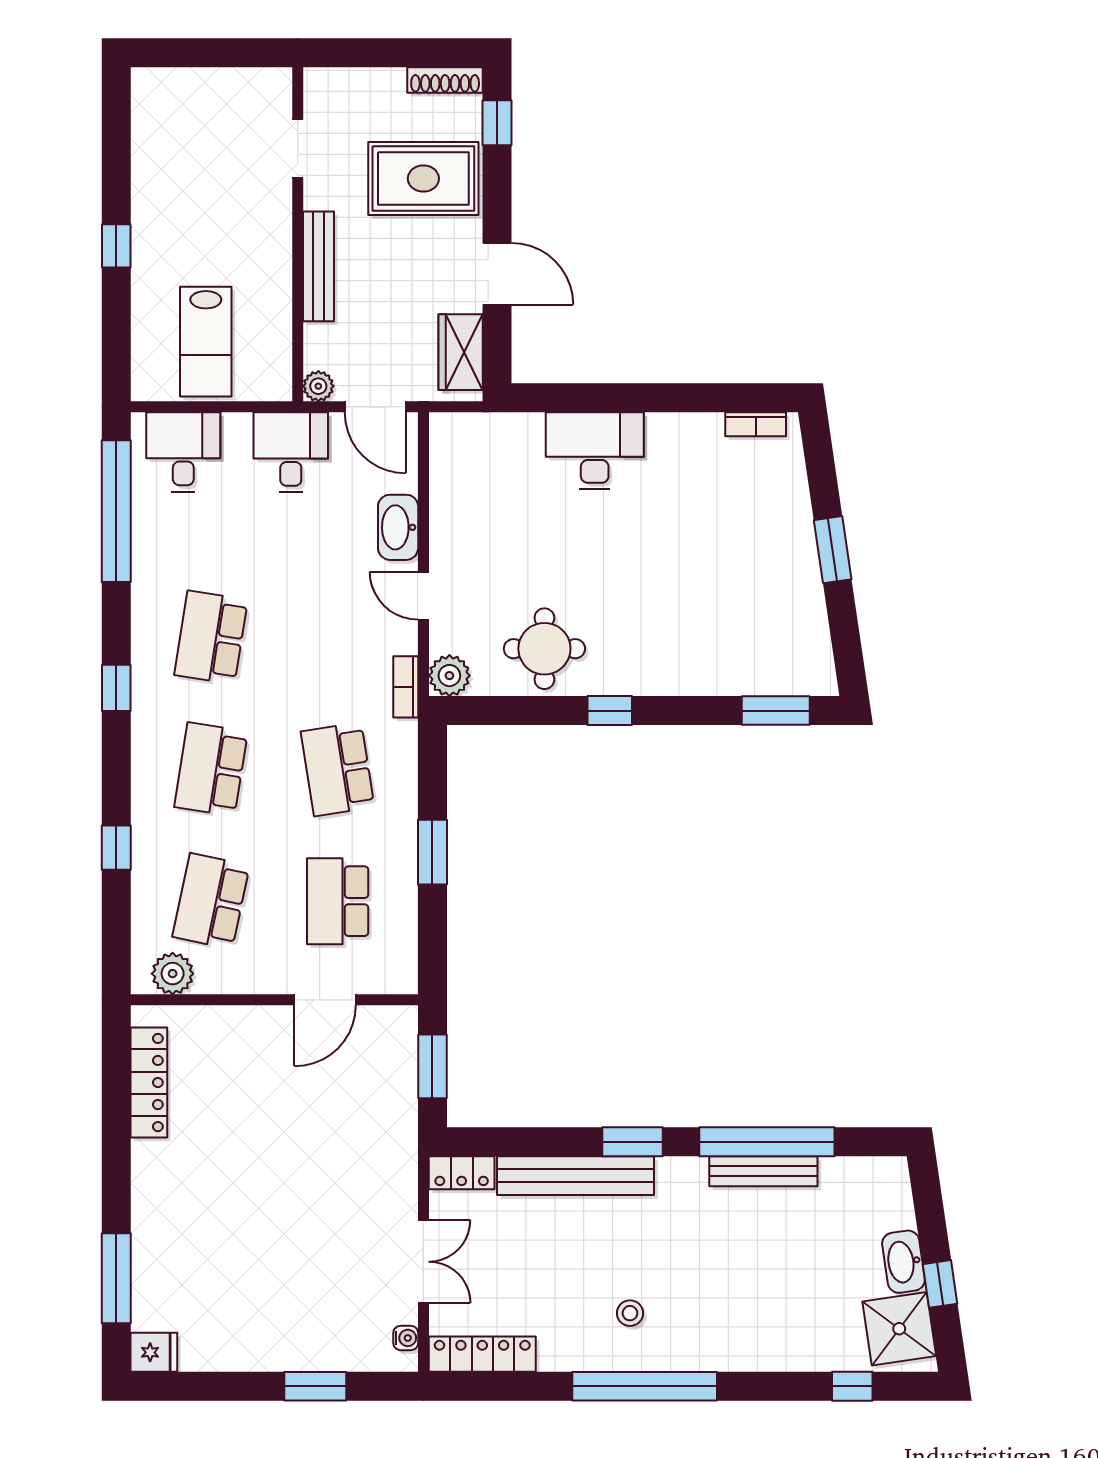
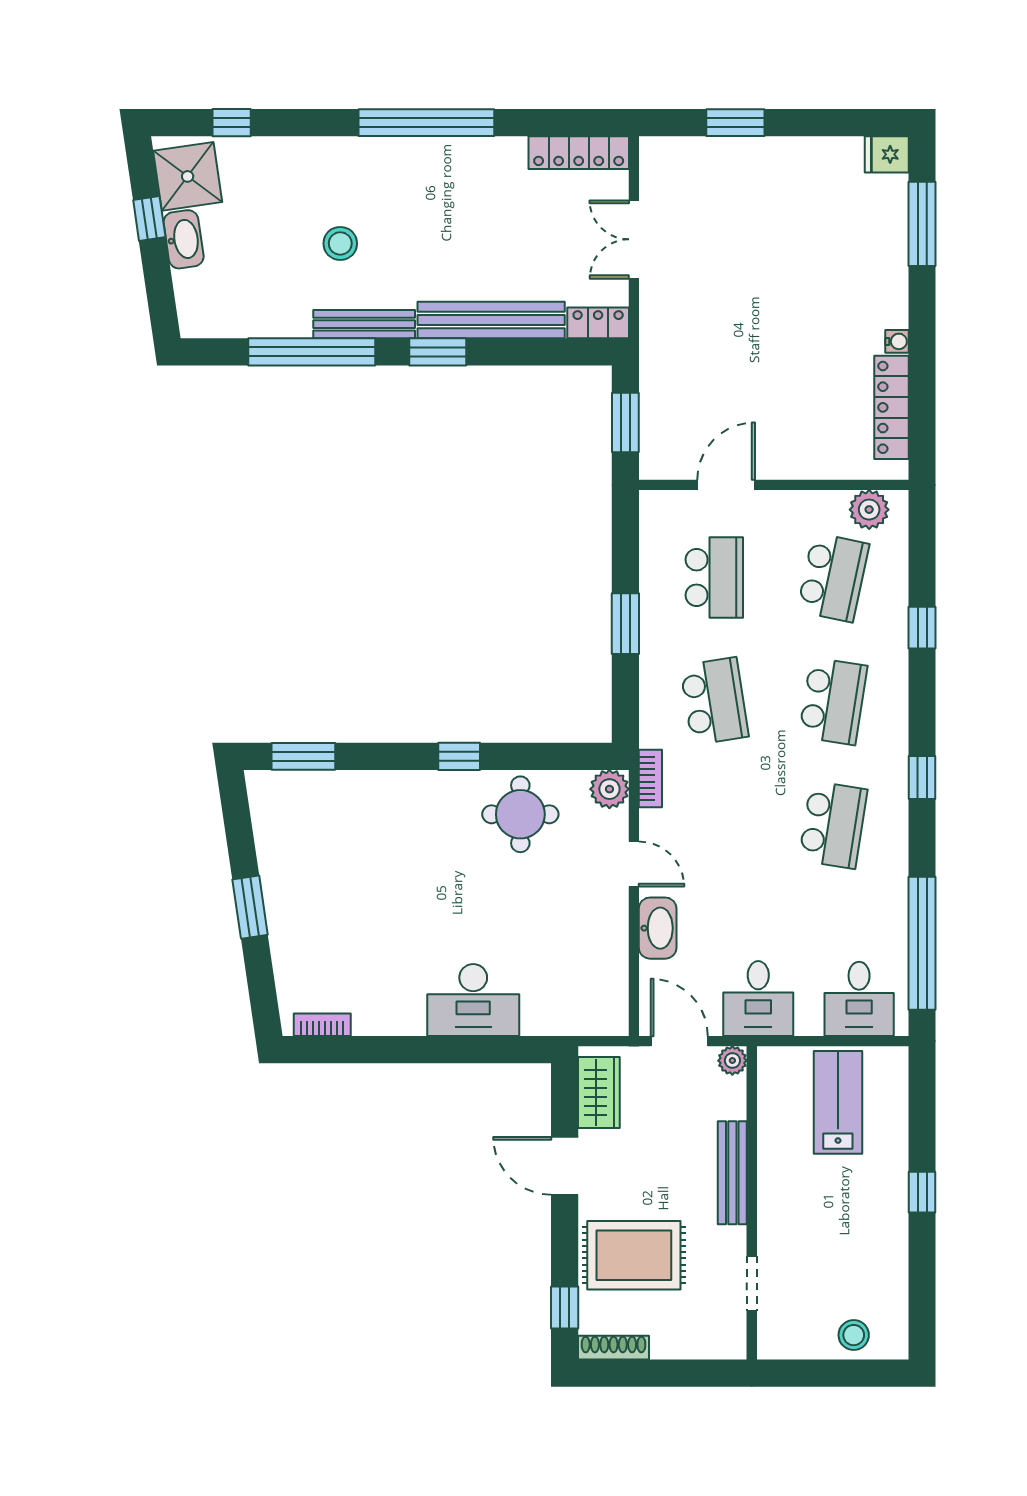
stool: (189, 93) -> (854, 1335), added
bench: (763, 1171) -> (364, 324), moved
stool: (630, 1313) -> (340, 243), moved, width x1.37, depth x1.37
water cooler: (406, 1338) -> (897, 341), moved, turned 180

